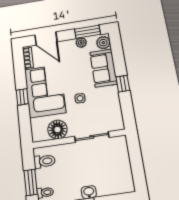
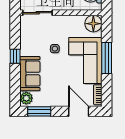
plant: (81, 43) -> (47, 102), removed
window: (22, 97) -> (107, 58), width x2.17
floor lamp: (57, 129) -> (93, 24), moved
sliding door: (92, 137) -> (38, 13), moved

